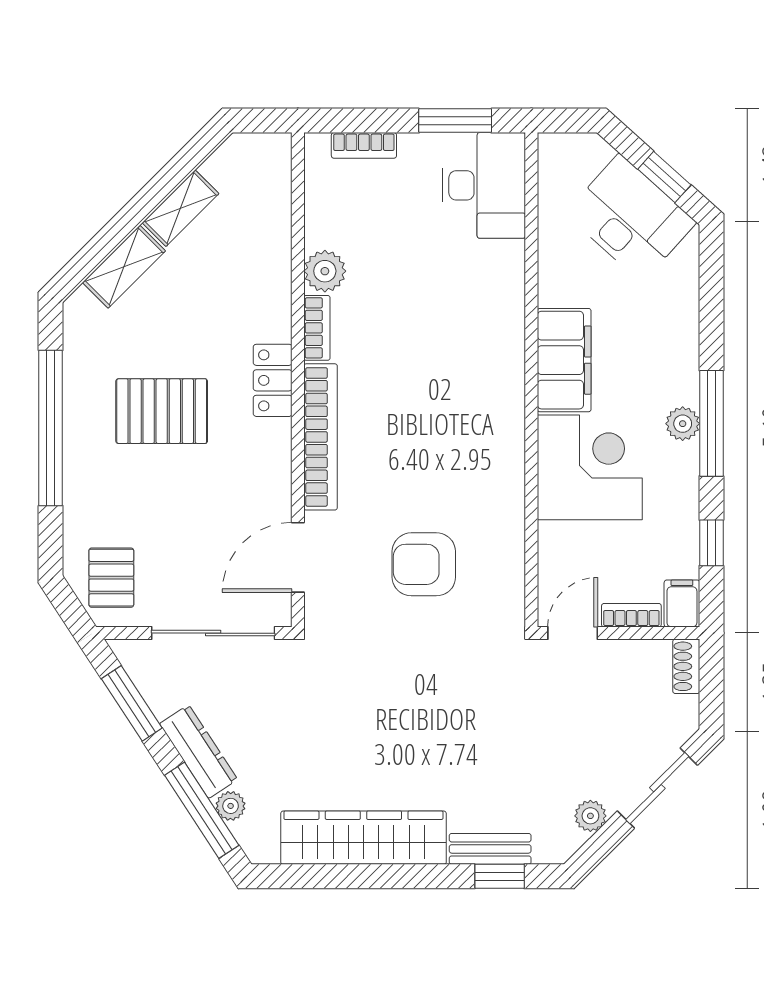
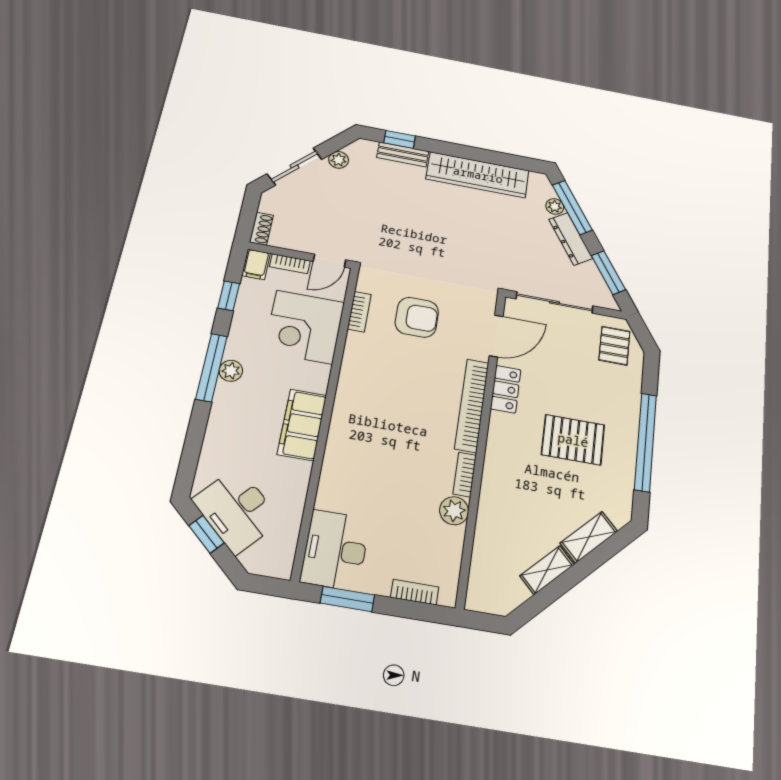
locker: (273, 380) -> (506, 389), moved
corner desk: (590, 467) -> (304, 327), moved
bookcase: (512, 556) -> (359, 312), added

